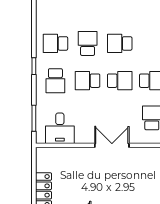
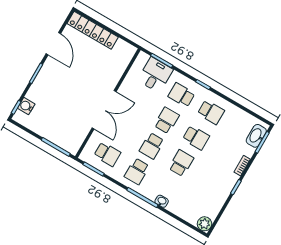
school desk: (55, 43) -> (211, 112), turned 90
desk: (60, 128) -> (155, 75), moved, turned 90
double door: (112, 145) -> (104, 110), width x1.37

